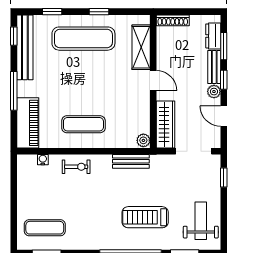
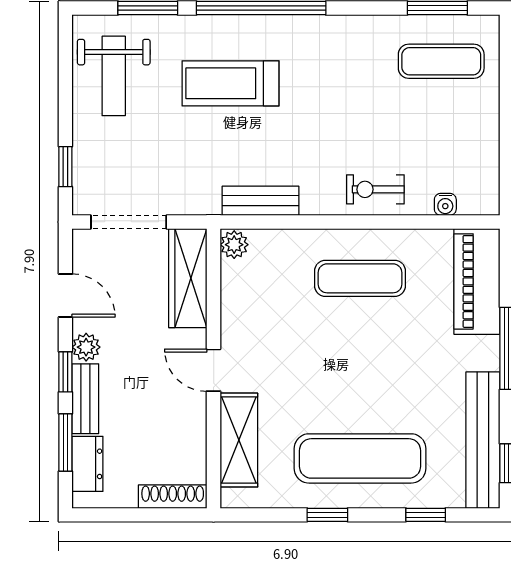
treadmill: (145, 217) -> (231, 83), turned 180

